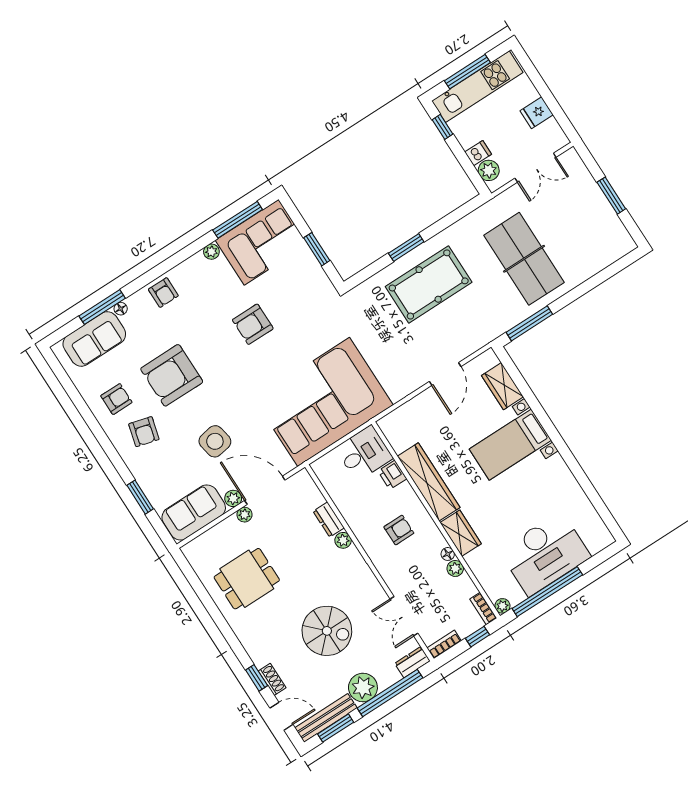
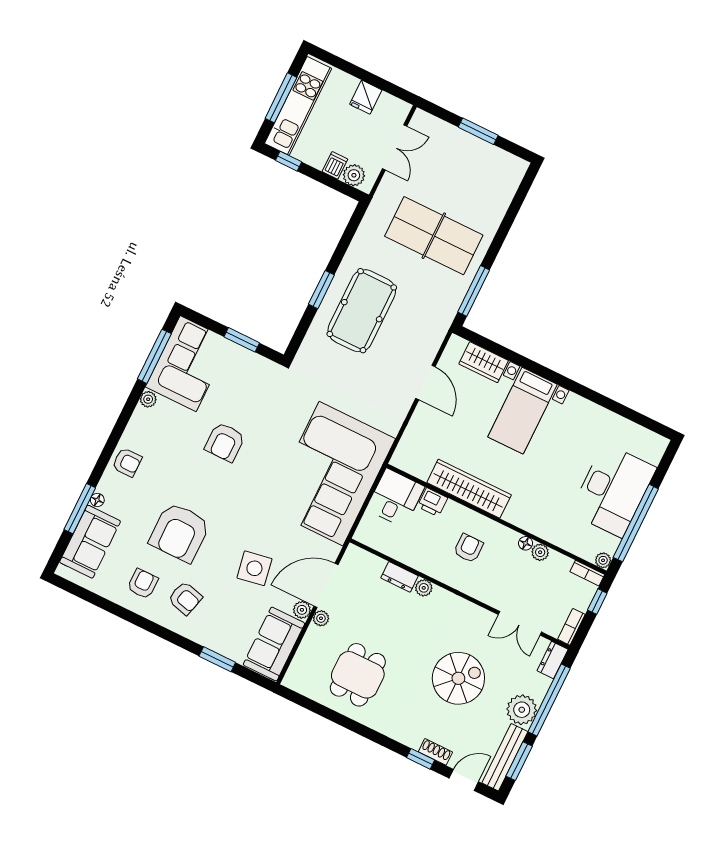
wardrobe: (461, 533) -> (526, 517), removed

